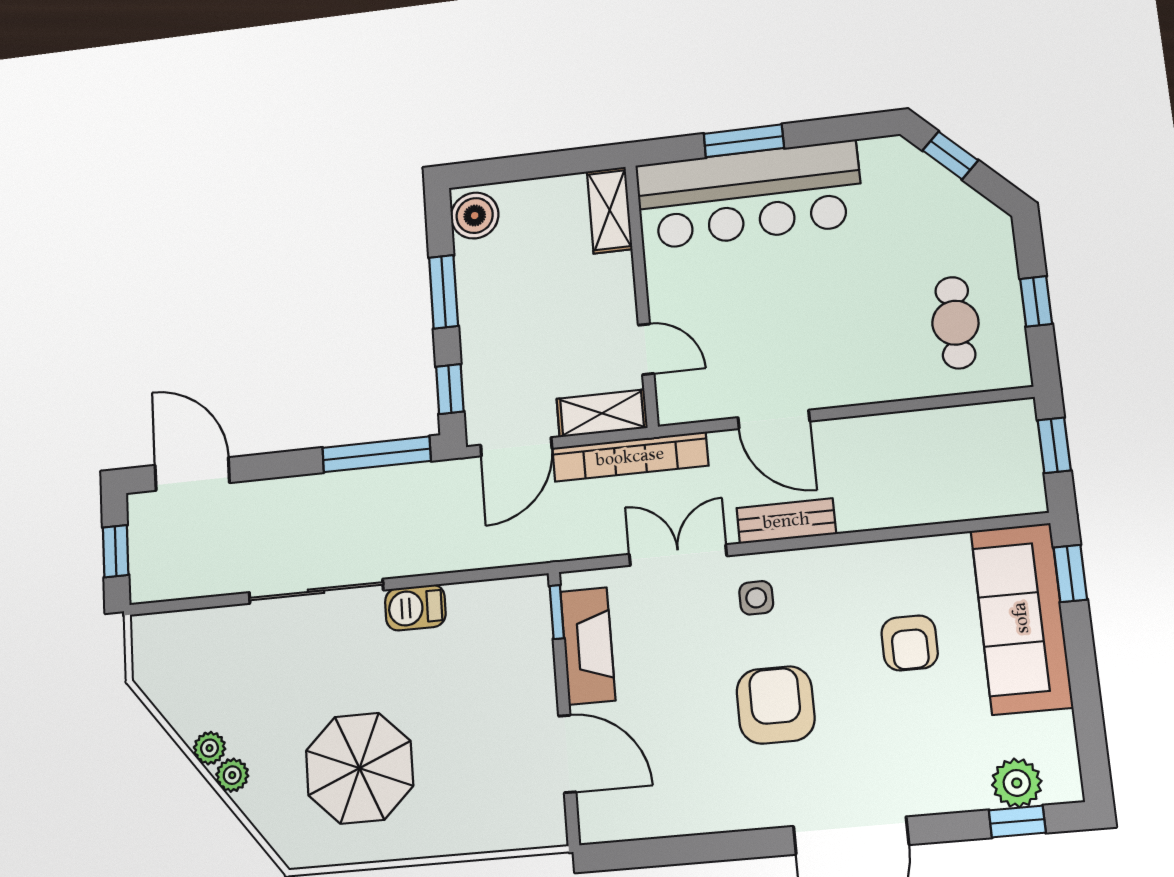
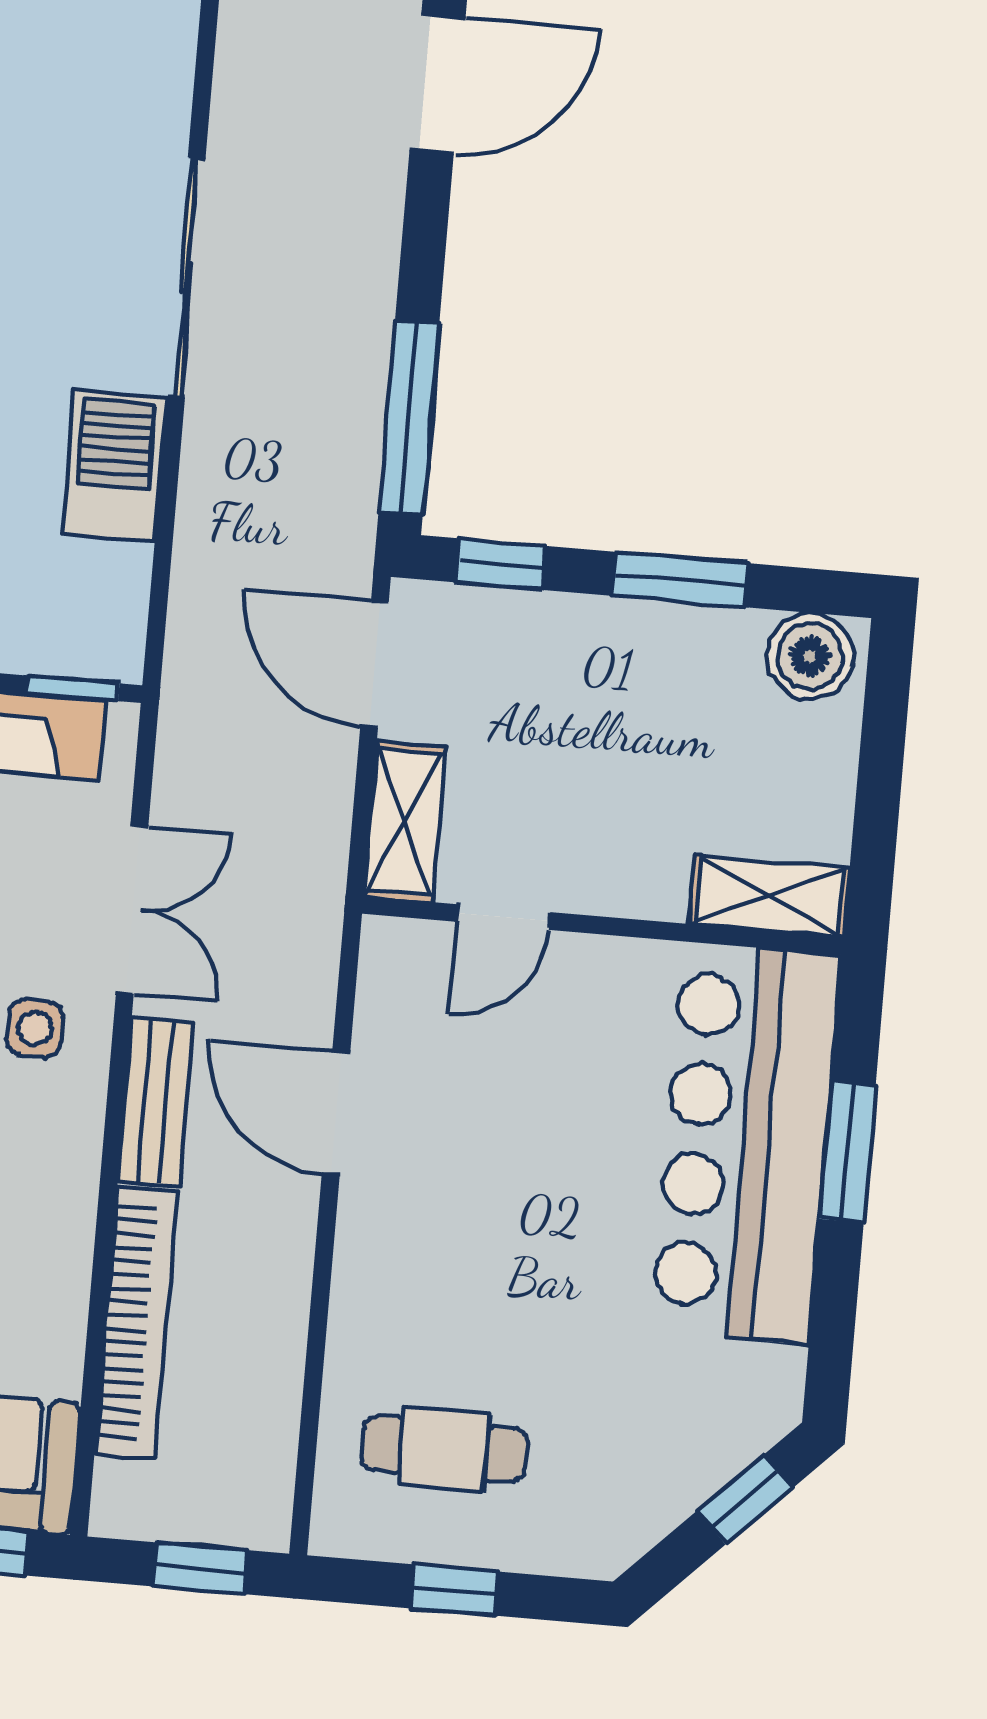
door: (774, 419) -> (336, 1113), hinge flipped
bookcase: (630, 457) -> (136, 1323), moved, turned 180
barbecue: (415, 608) -> (114, 465), width x1.38, depth x1.27

